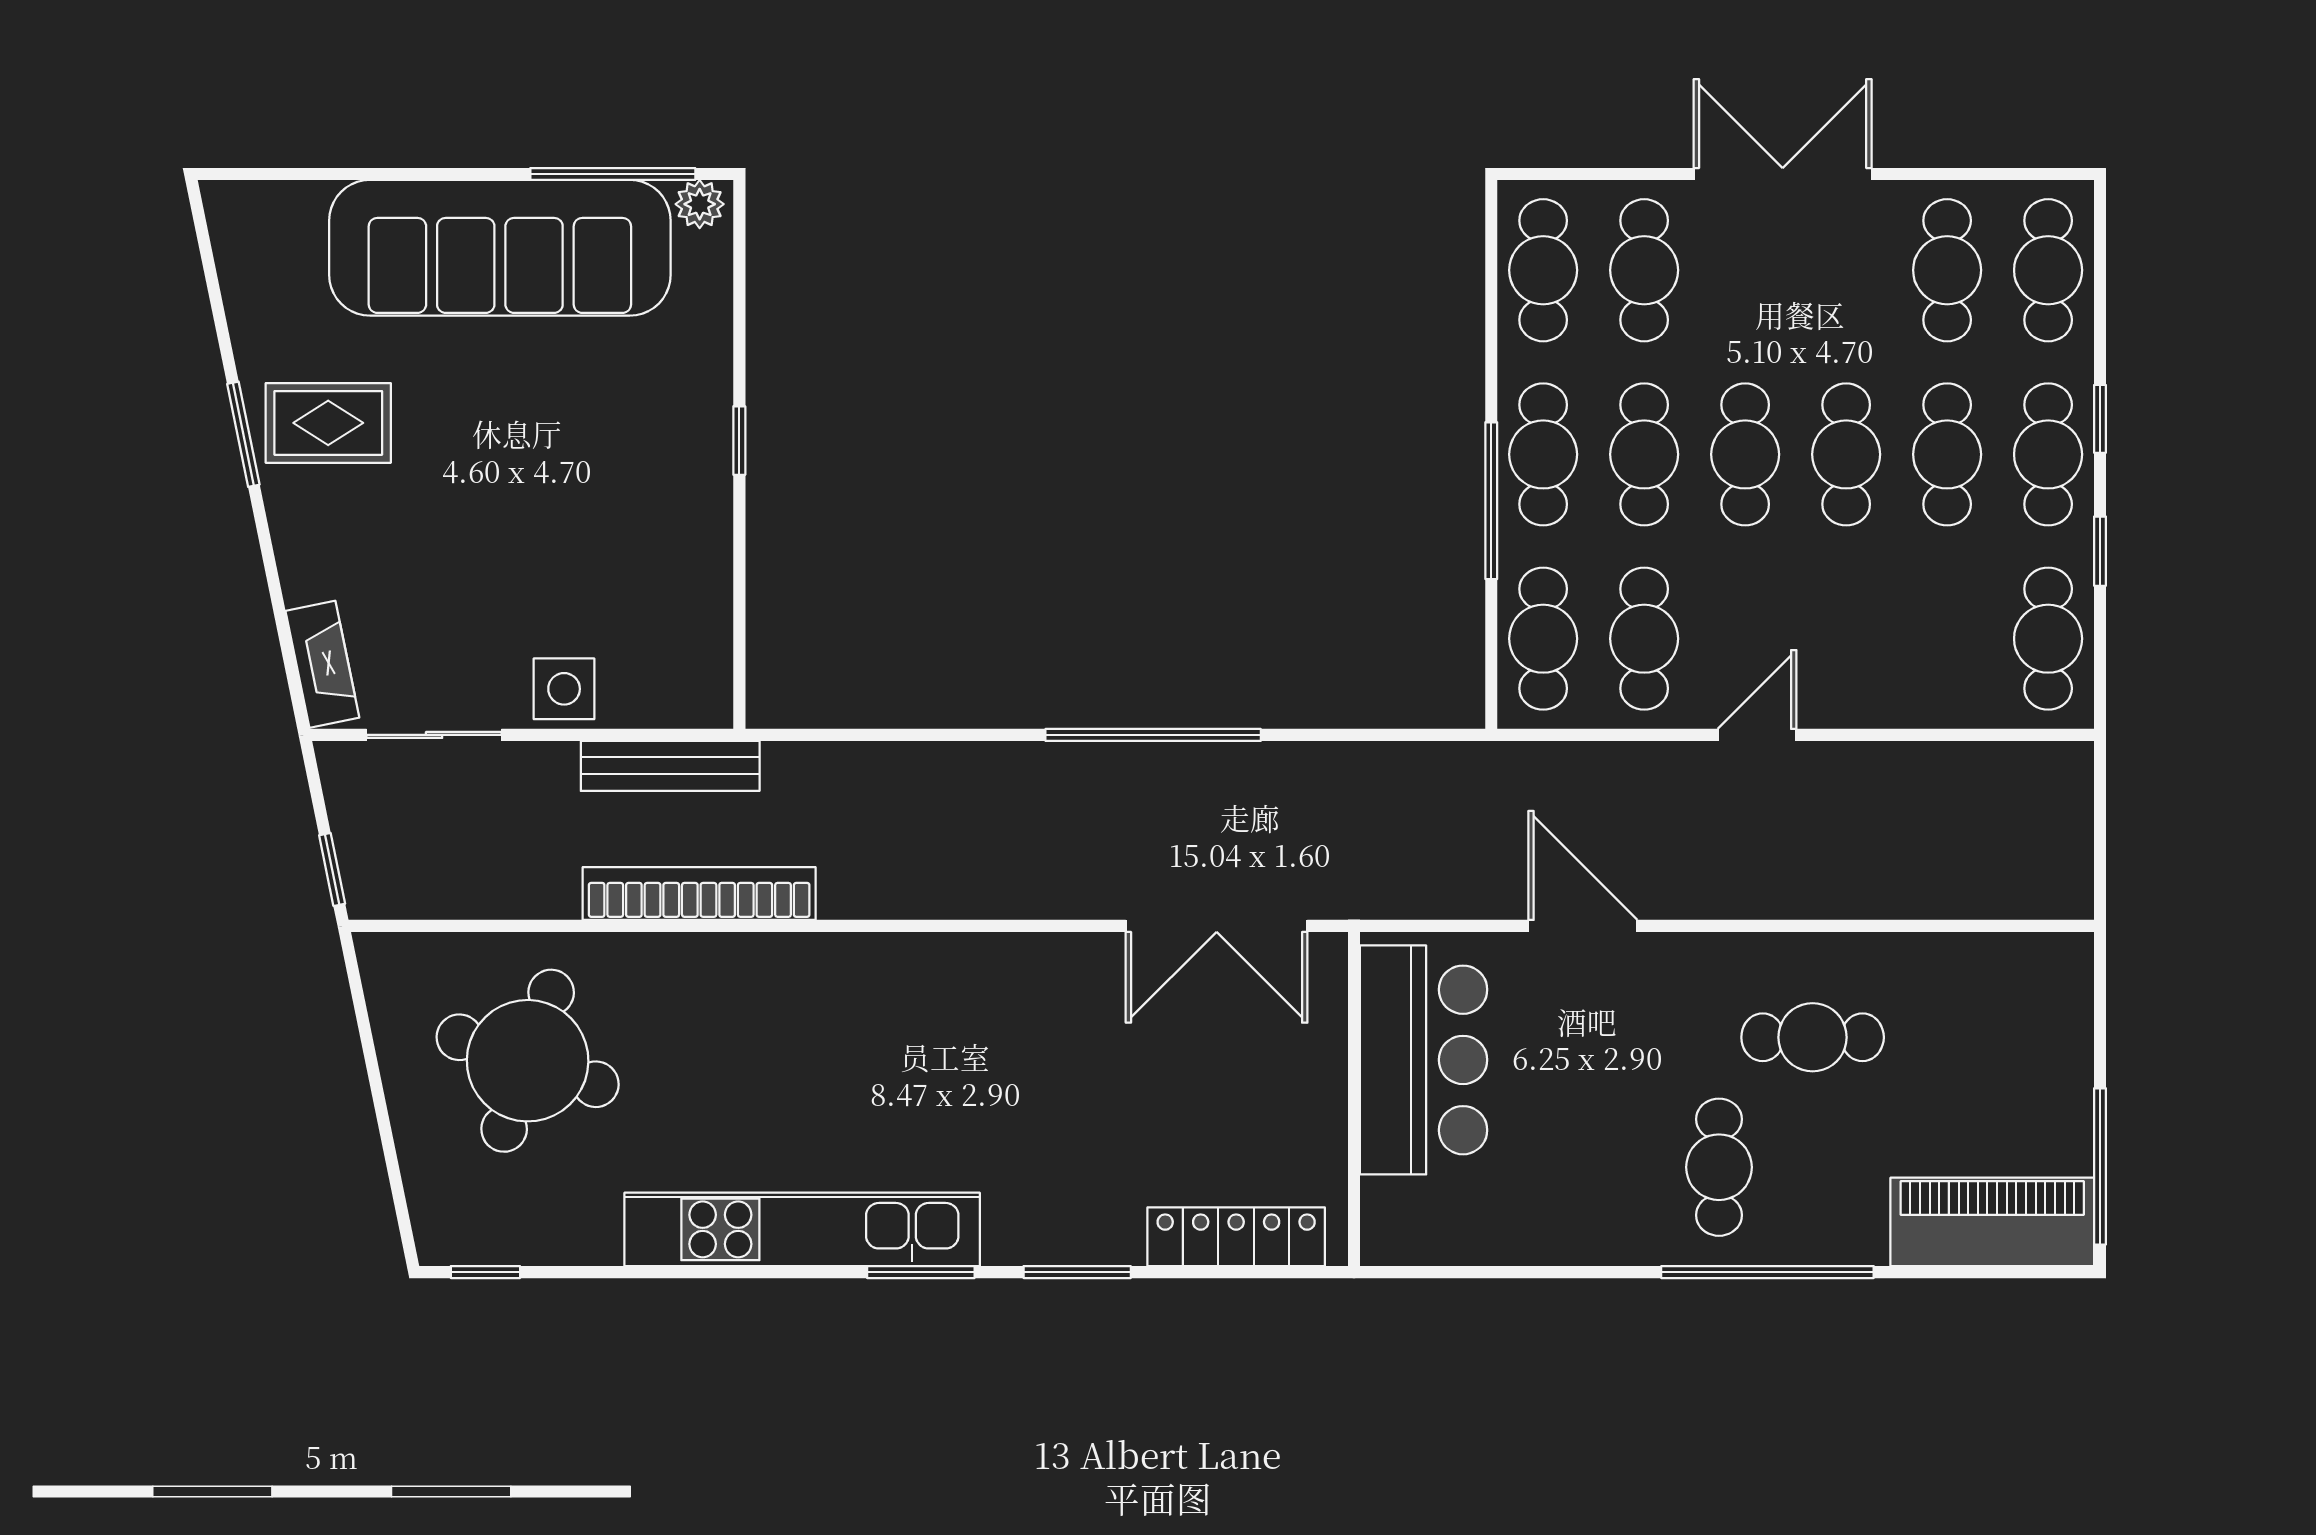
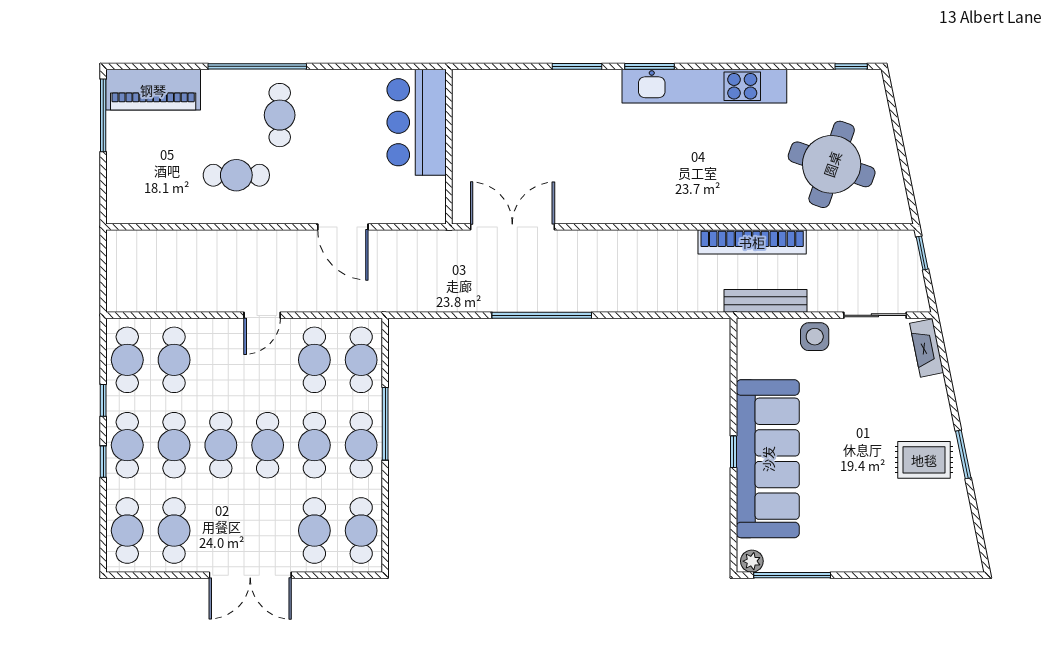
sofa: (500, 248) -> (768, 459), moved, turned 90
cafe table: (1947, 639) -> (174, 360), added
bar counter: (1424, 1060) -> (417, 122), moved
locker: (1236, 1237) -> (503, 83), removed

